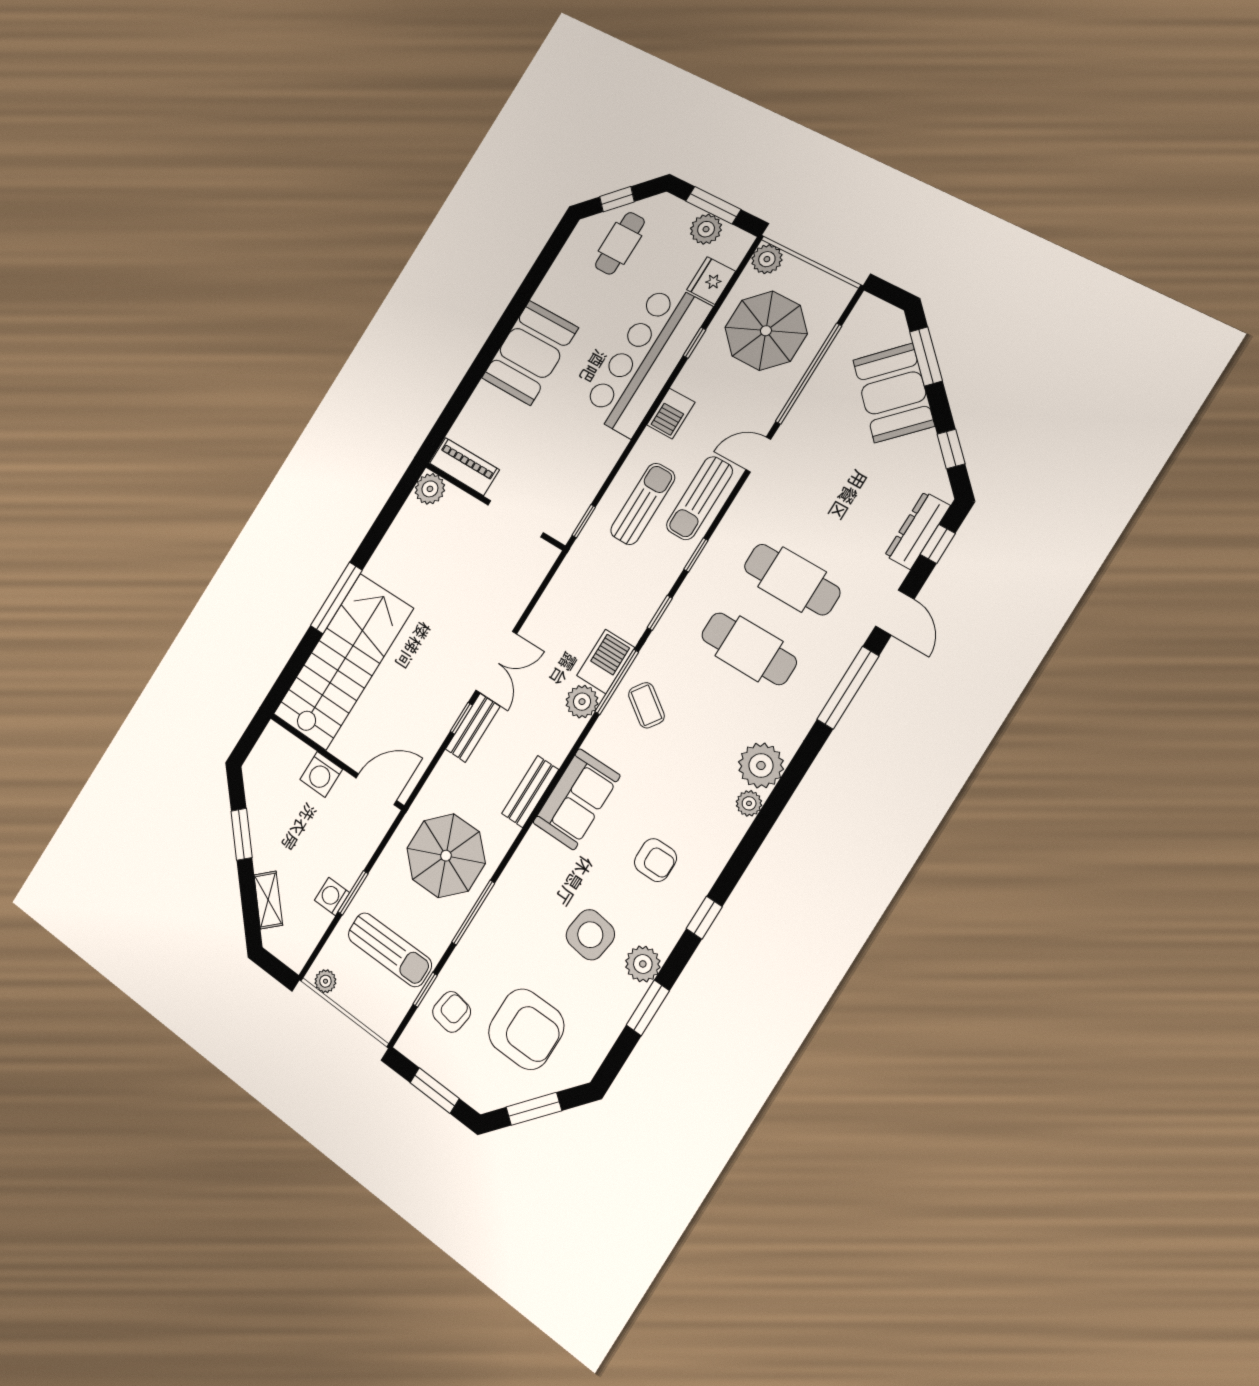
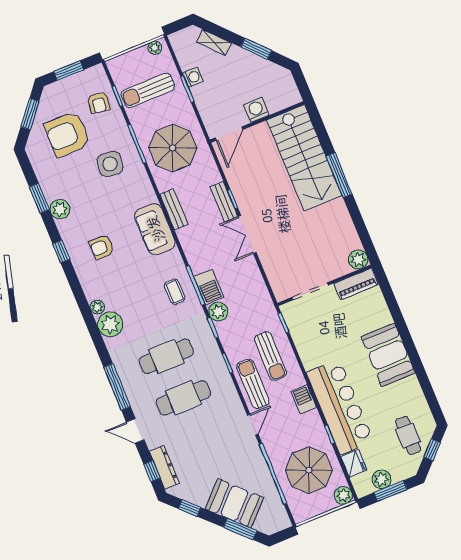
plant: (582, 702) -> (218, 312), moved
coffee table: (646, 705) -> (175, 292), turned 55
side table: (590, 935) -> (110, 164), moved

